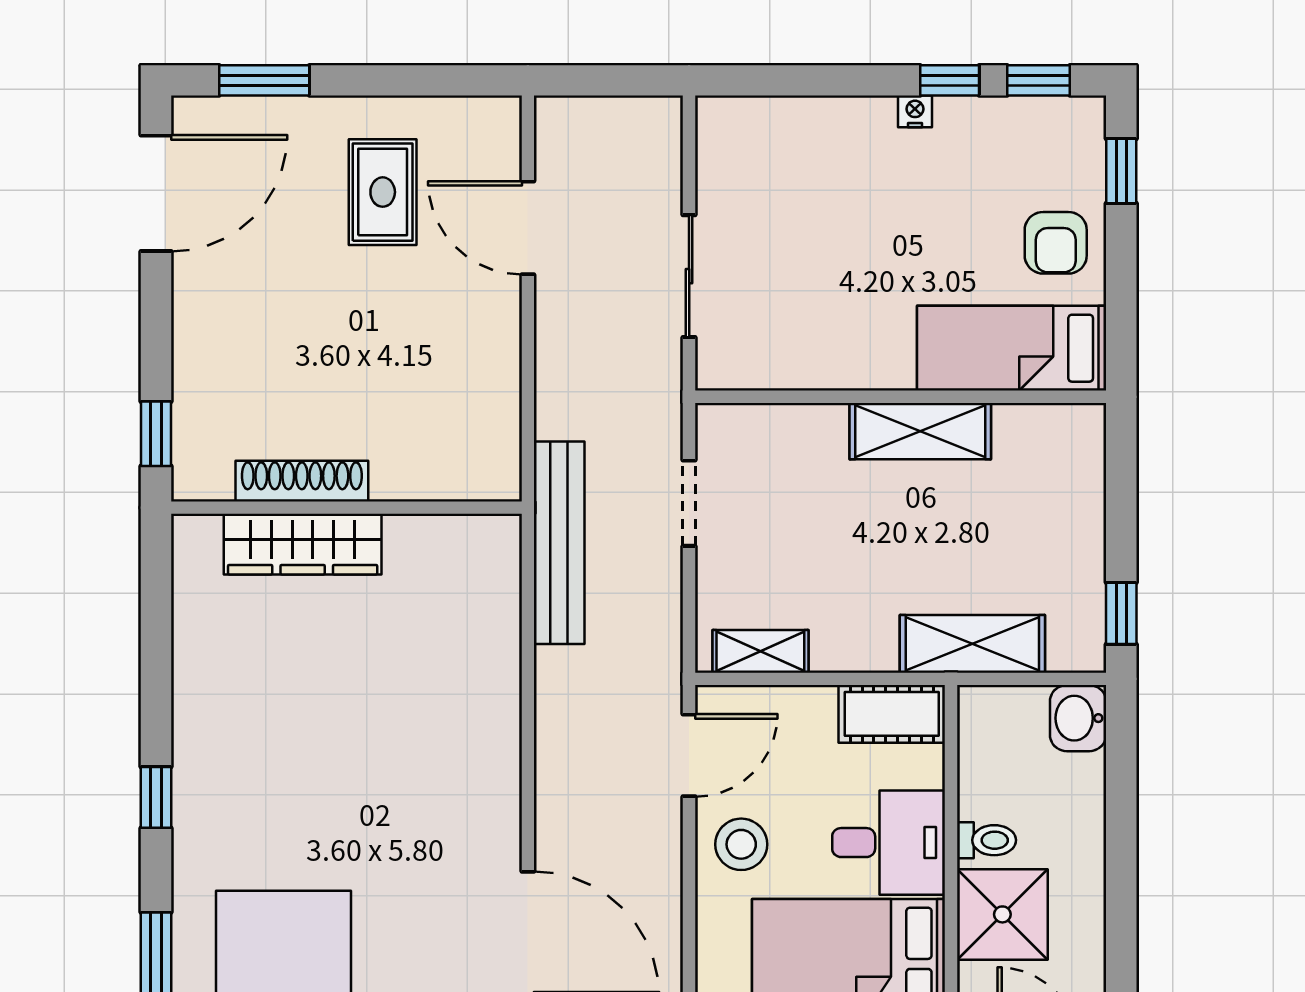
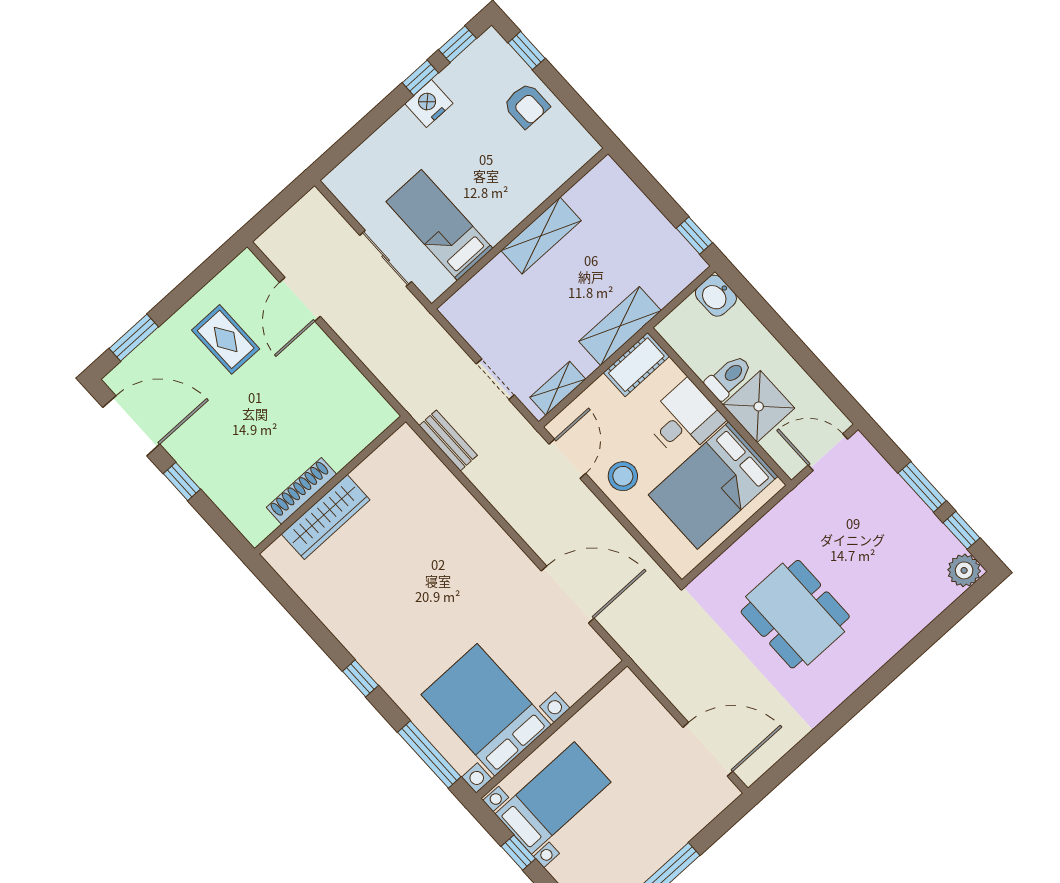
nightstand: (915, 111) -> (429, 103), width x1.89, depth x1.79
door: (156, 193) -> (131, 426), hinge flipped
door: (528, 228) -> (300, 299), hinge flipped
bed: (1012, 348) -> (439, 225), moved, turned 90
window: (156, 434) -> (182, 481), moved
doorway: (689, 503) -> (495, 379), moved
bench: (559, 543) -> (448, 440), width x0.54, depth x0.82
shelving: (972, 644) -> (620, 326), moved
toilet: (986, 840) -> (729, 377), width x1.37, depth x1.39

